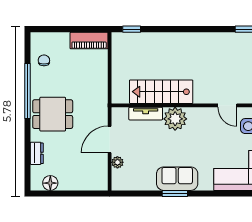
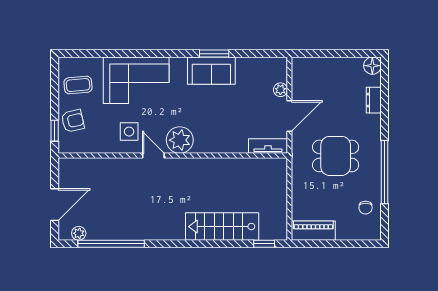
stairs: (161, 92) -> (222, 227), moved, turned 180
dining table: (53, 114) -> (336, 156), moved
tv unit: (146, 114) -> (268, 146), moved
plant: (175, 119) -> (180, 140), moved
floor lamp: (50, 183) -> (372, 66), moved

